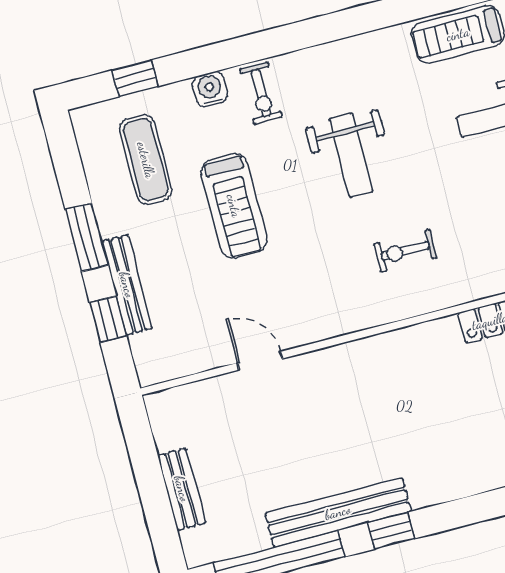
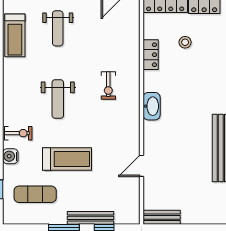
weight bench: (351, 155) -> (58, 99), turned 90
washbasin: (386, 350) -> (152, 106), added
bench: (182, 489) -> (162, 217), moved

